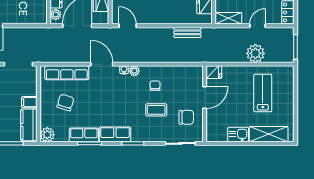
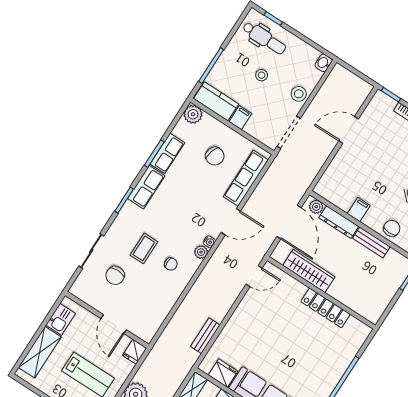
fridge: (214, 72) -> (135, 352), moved
door: (205, 98) -> (114, 324), moved
wall: (205, 104) -> (107, 320), moved

